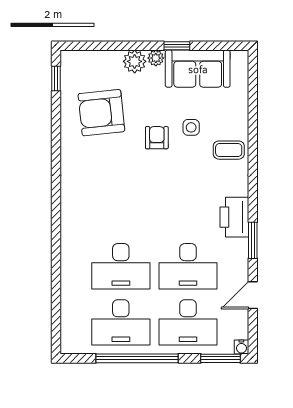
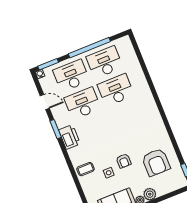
armchair: (101, 113) -> (156, 162), turned 96
door: (253, 295) -> (45, 102), hinge flipped

